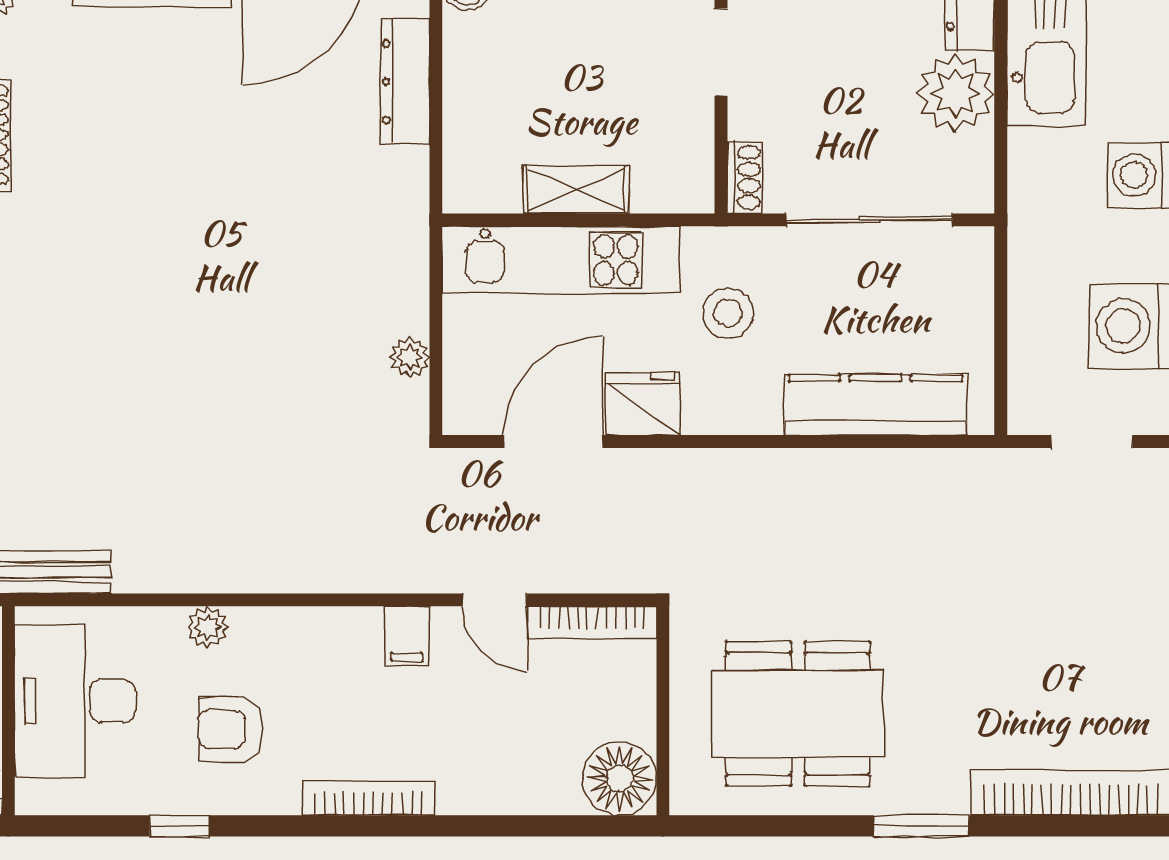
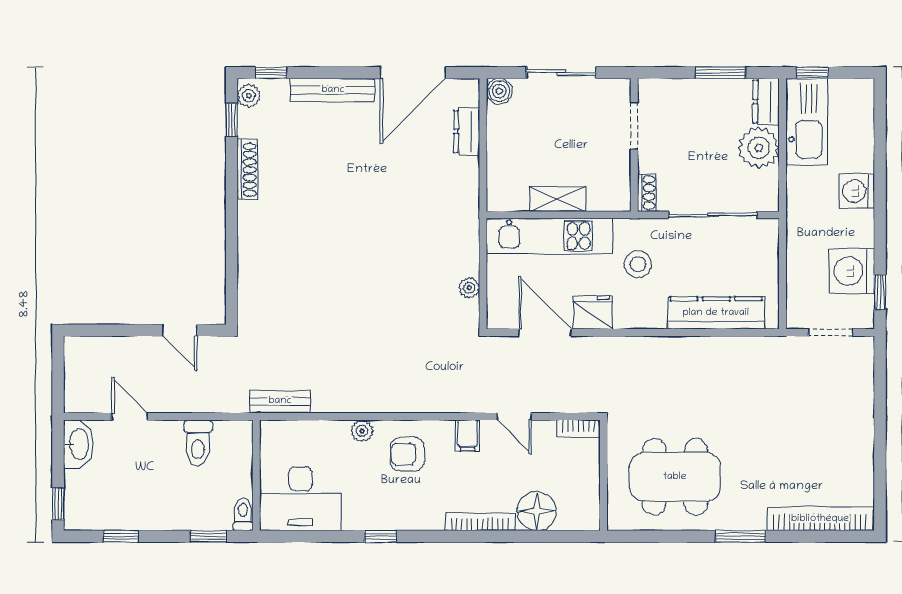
dresser: (405, 82) -> (467, 131), width x0.70
door: (553, 442) -> (545, 332), hinge flipped
bookcase: (592, 623) -> (578, 429), width x0.64
desk: (75, 701) -> (300, 499), moved, turned -90
armchair: (231, 729) -> (407, 454), moved
floor lamp: (620, 778) -> (537, 511), moved
bookcase: (368, 798) -> (480, 522), moved
window: (180, 826) -> (380, 536), moved

